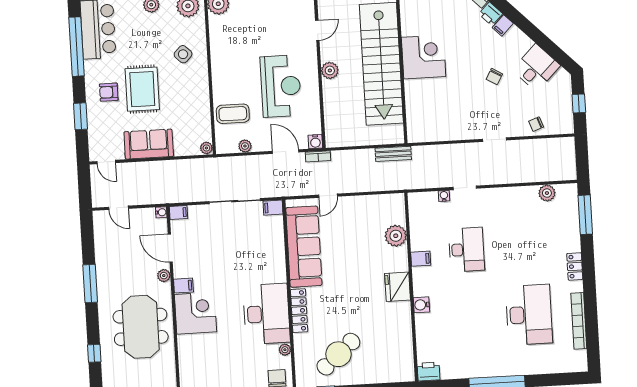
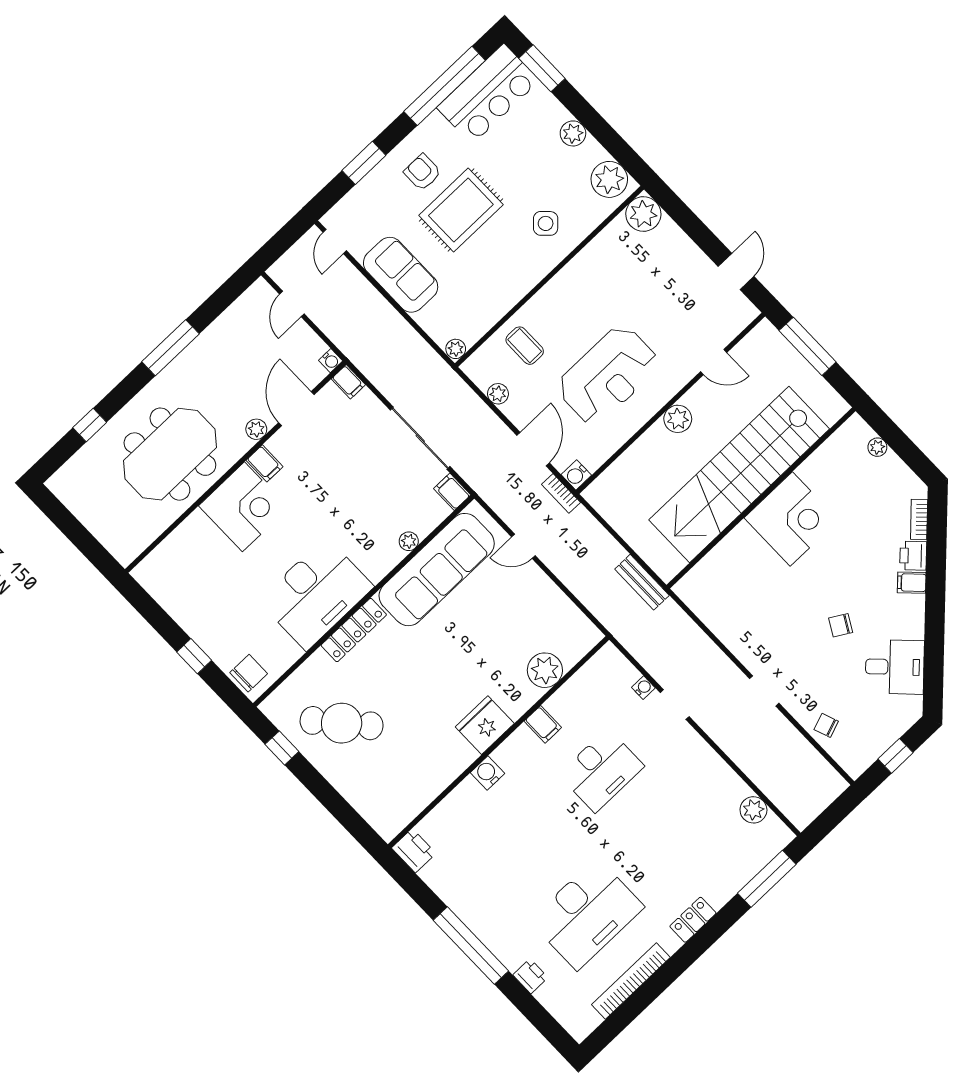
coffee table: (233, 114) -> (525, 346), width x0.73, depth x0.77
plant: (285, 350) -> (409, 541), moved
printer: (536, 367) -> (530, 976), added

